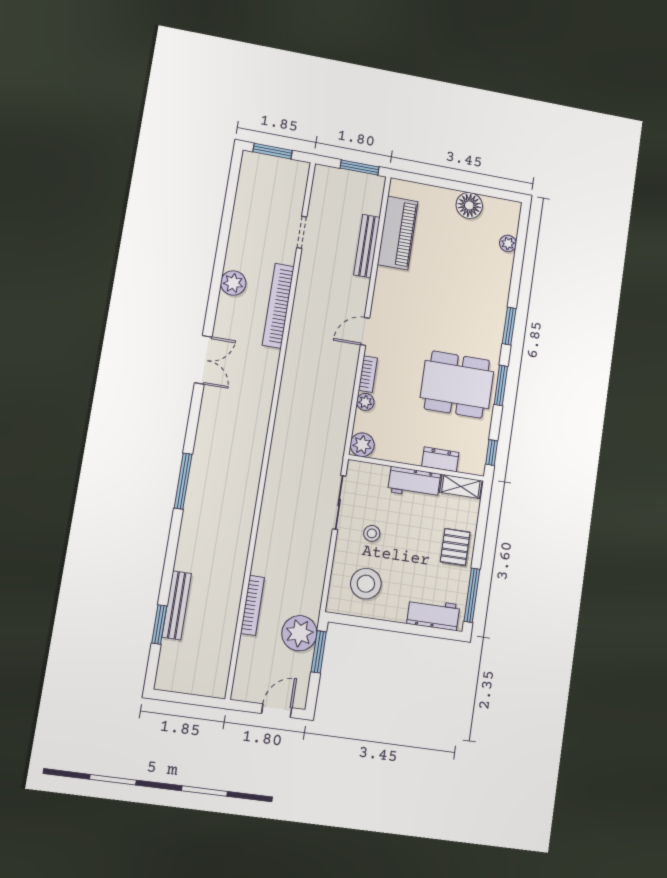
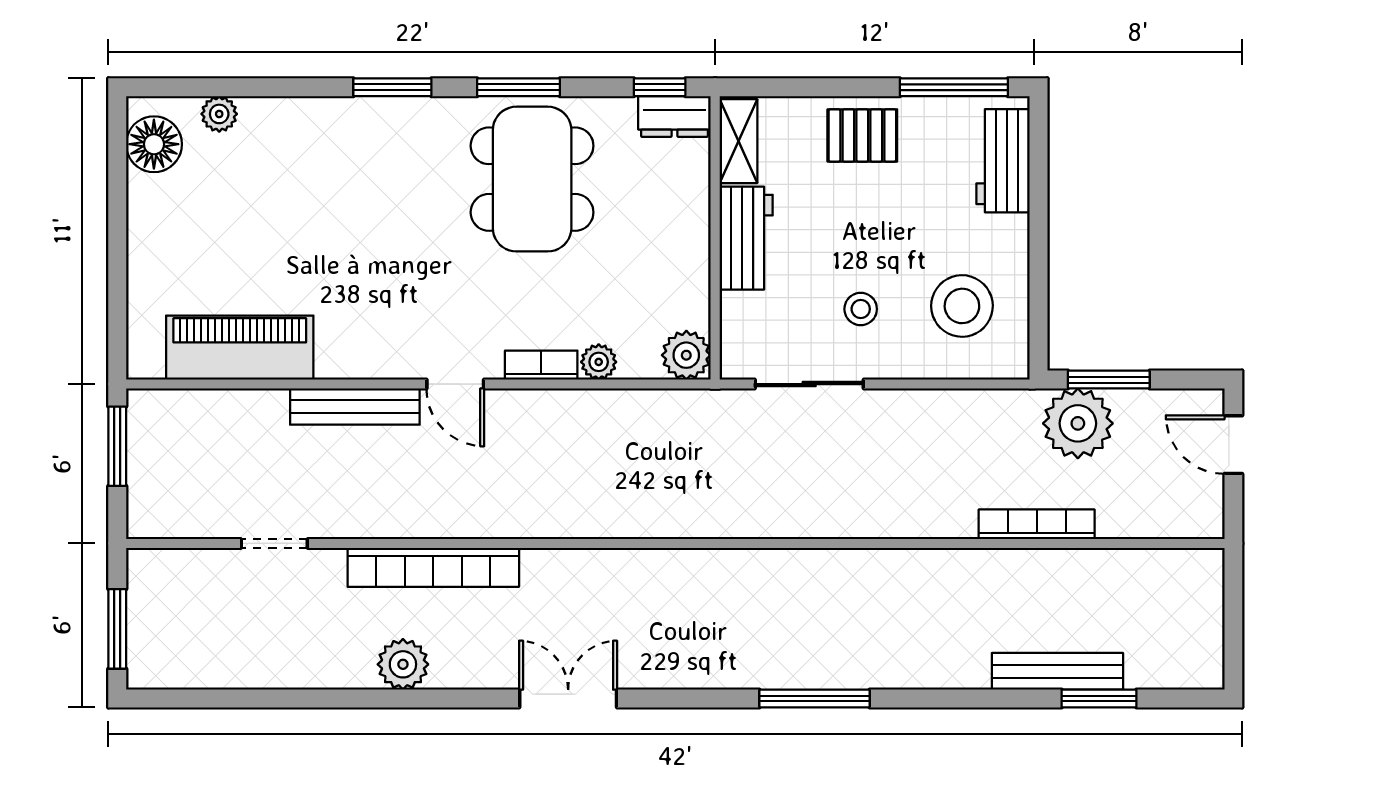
floor lamp: (469, 205) -> (154, 144), moved
bench: (367, 246) -> (355, 407), moved
dresser: (440, 459) -> (674, 116), moved, turned -90

